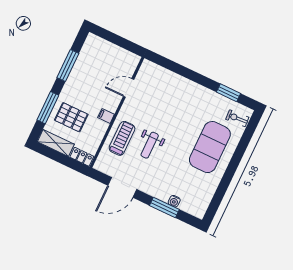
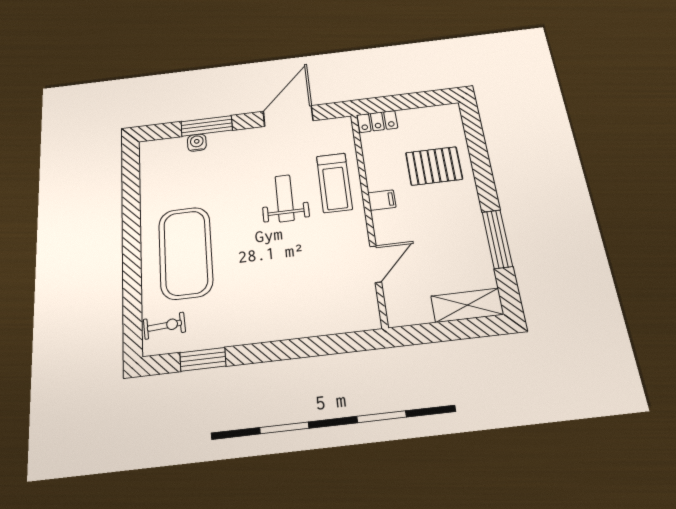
window: (48, 108) -> (480, 158), removed
shelving: (56, 143) -> (467, 305), moved

